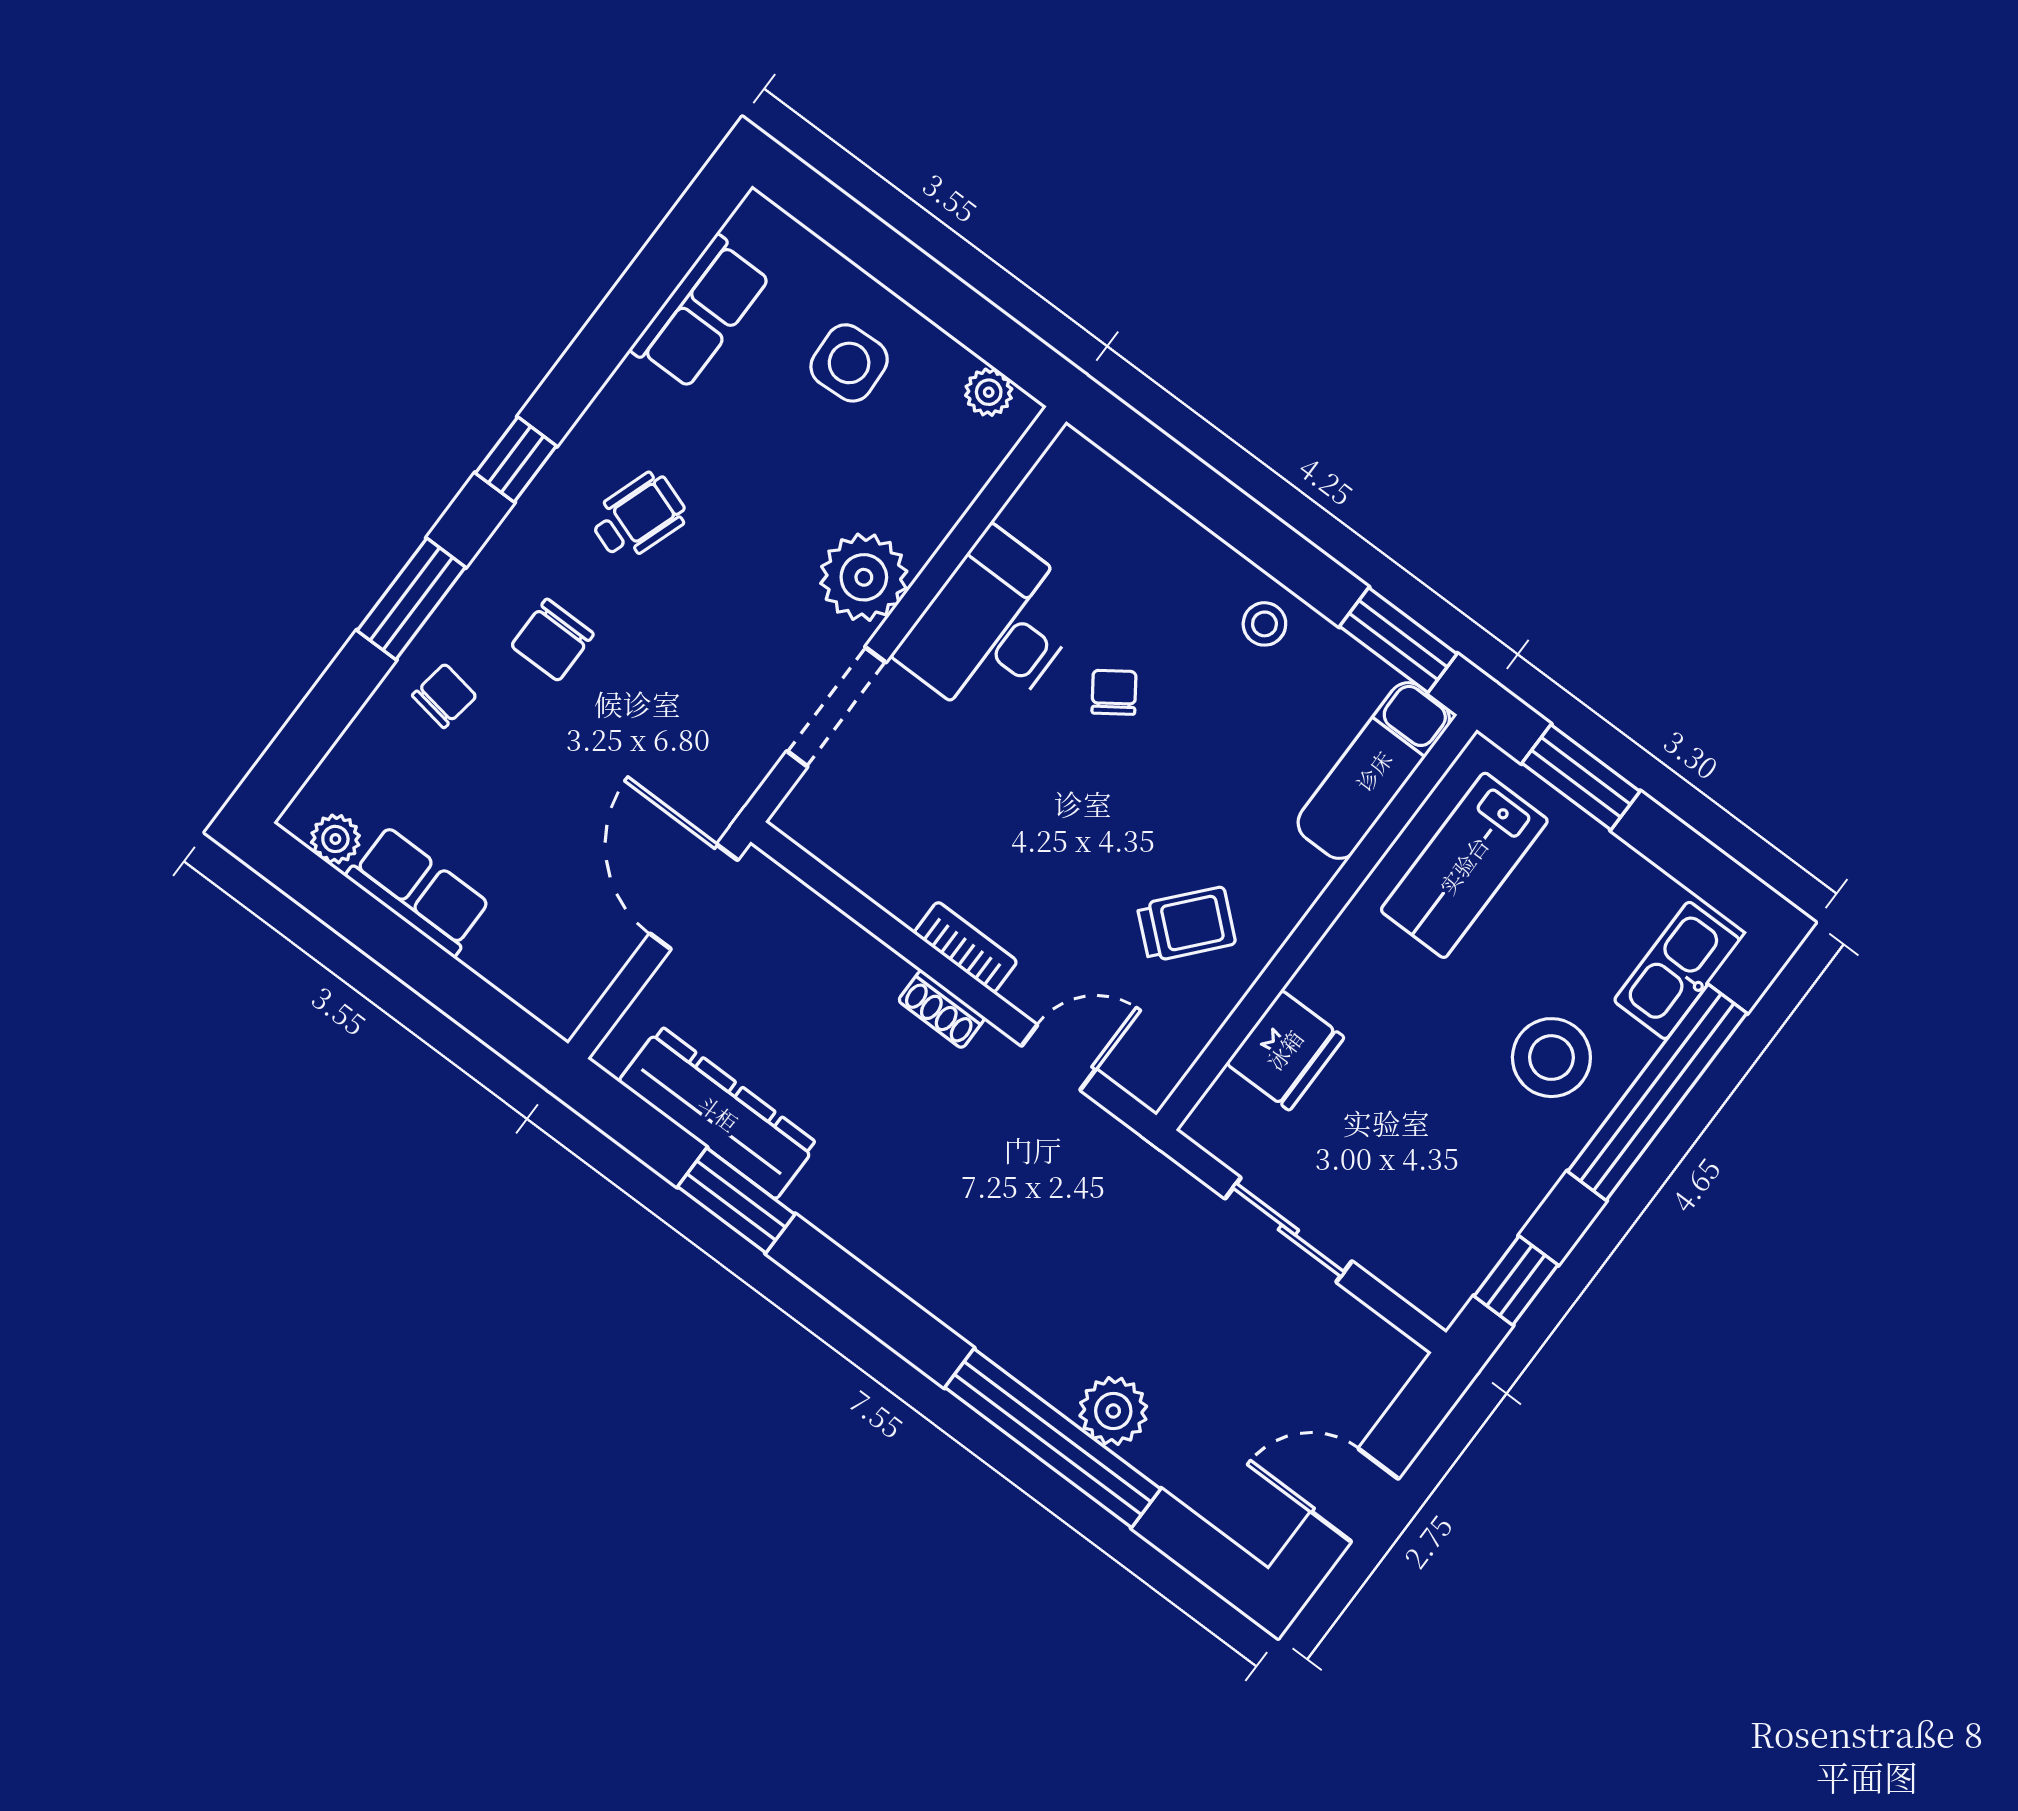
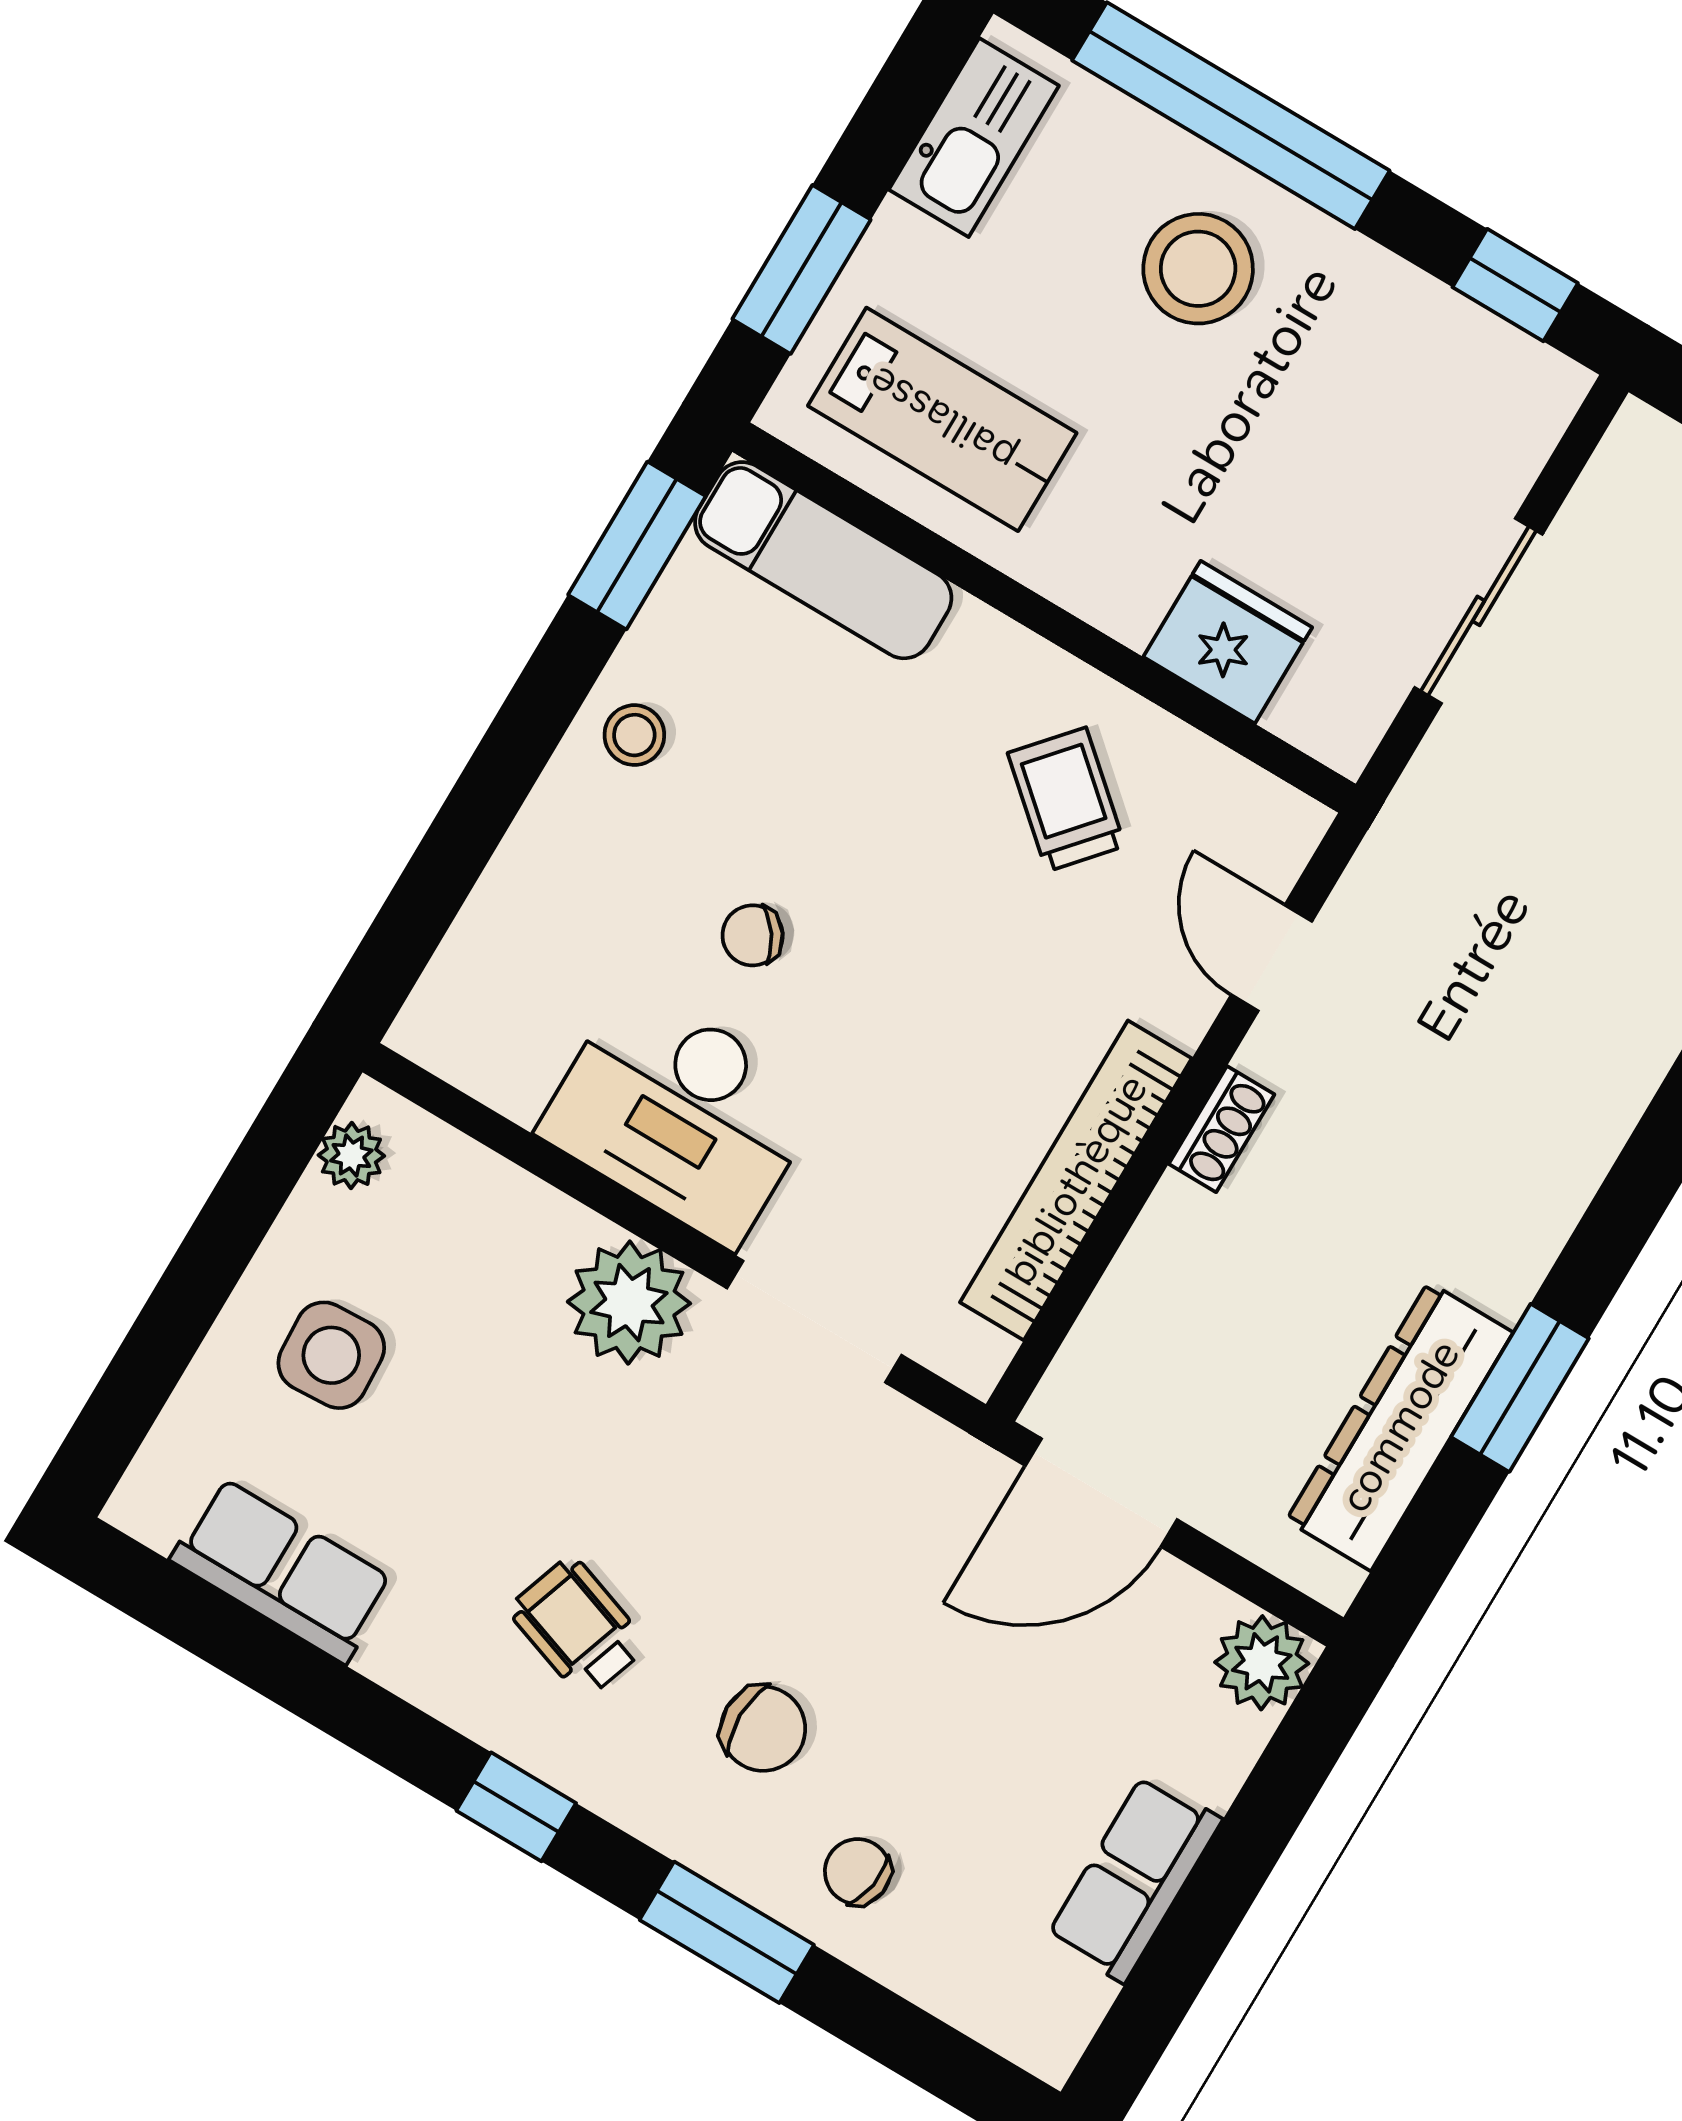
plant: (335, 839) -> (1262, 1663), moved, width x1.38, depth x1.38
bookcase: (966, 947) -> (1076, 1180), width x2.31, depth x1.31
kitchen sink: (1677, 970) -> (974, 138), moved, turned -90

